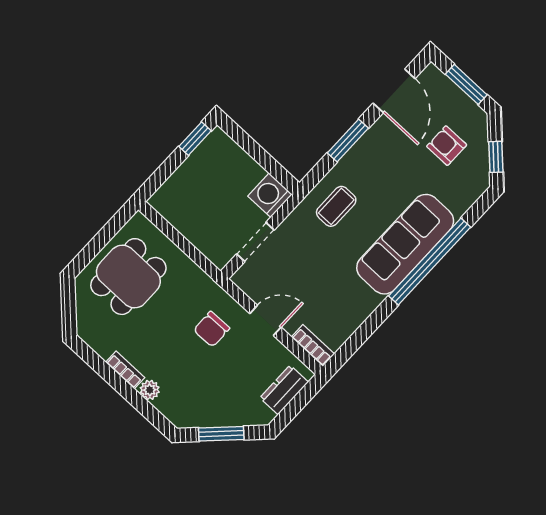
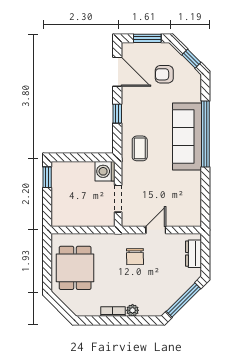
window: (348, 141) -> (117, 114), width x0.67
bookcase: (313, 346) -> (188, 221), removed
window: (221, 434) -> (183, 300), width x1.44

